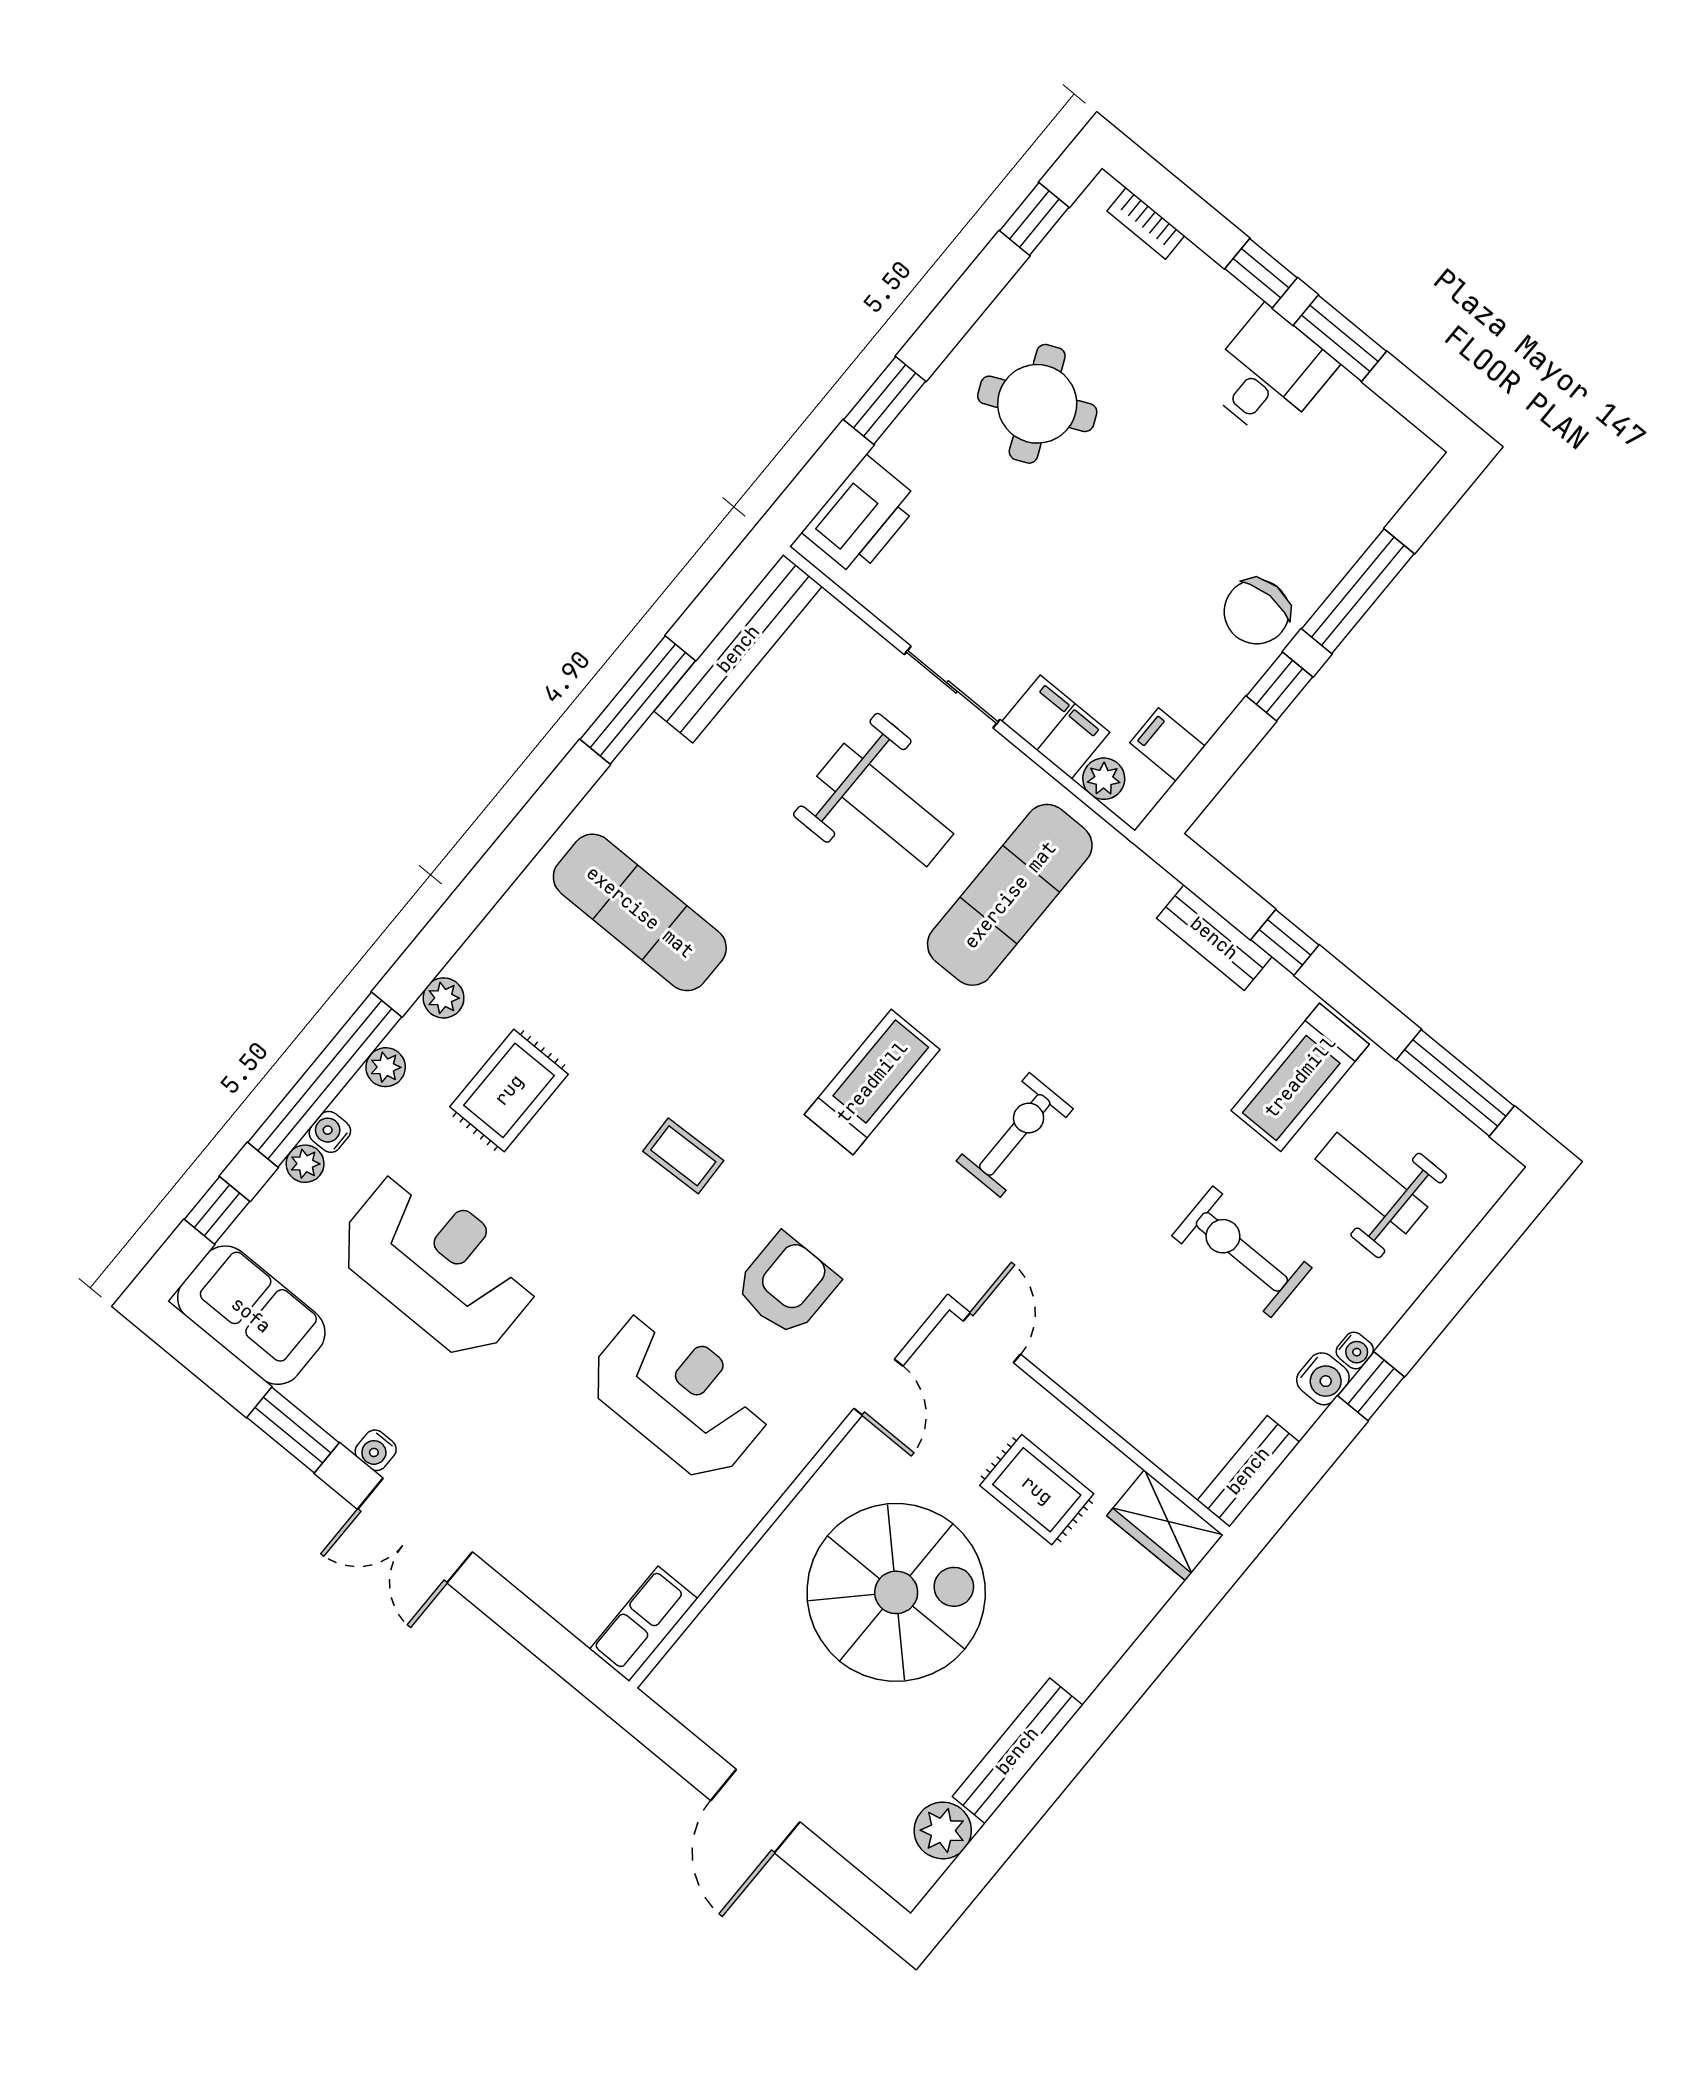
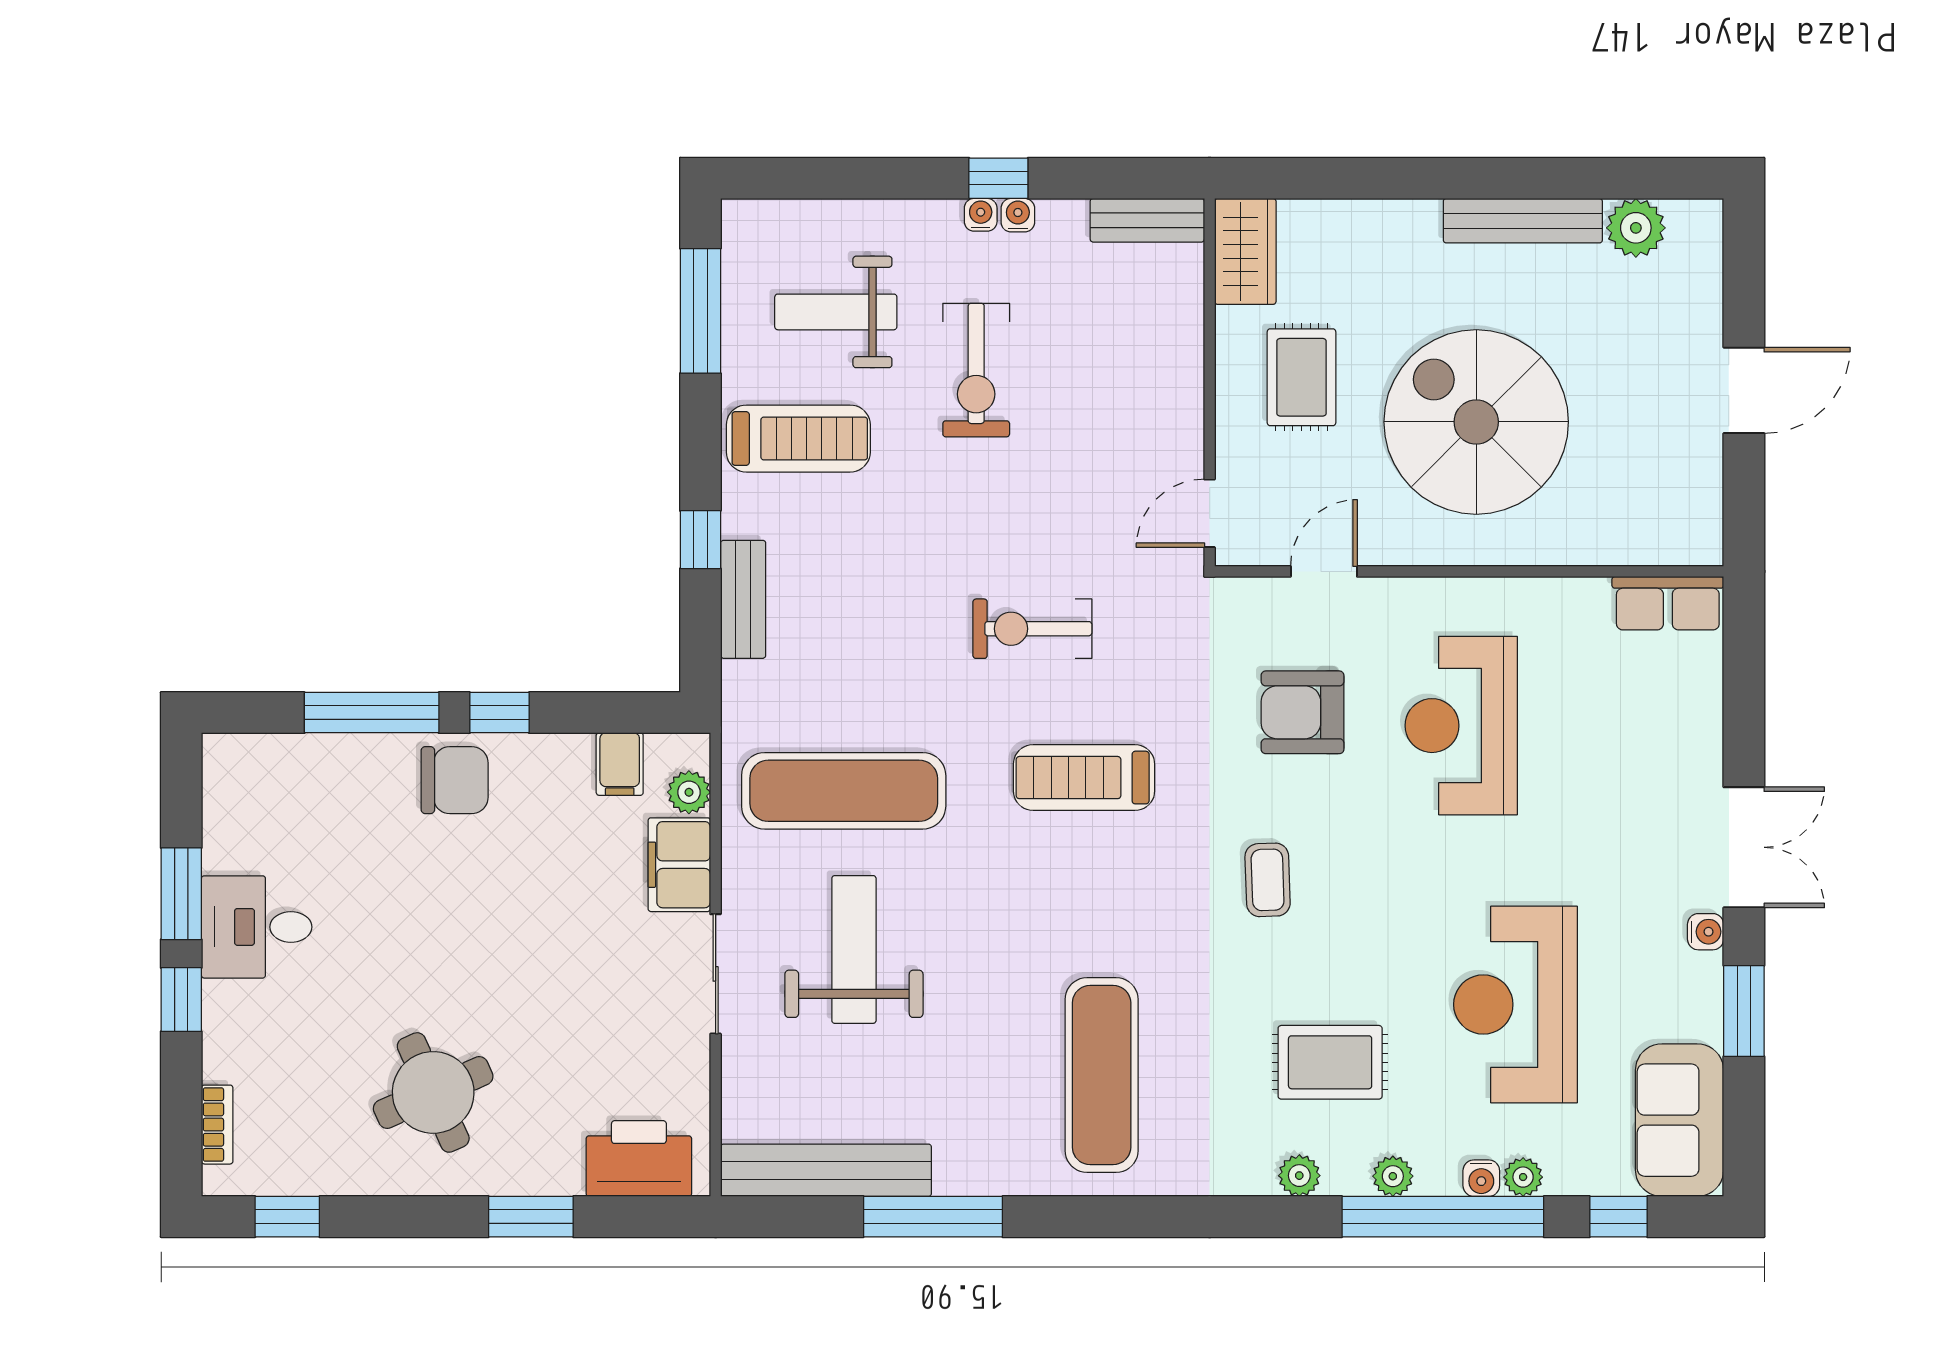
weight bench: (1371, 1183) -> (836, 312), turned 90
water cooler: (1323, 1379) -> (1018, 215), width x0.72, depth x0.72

